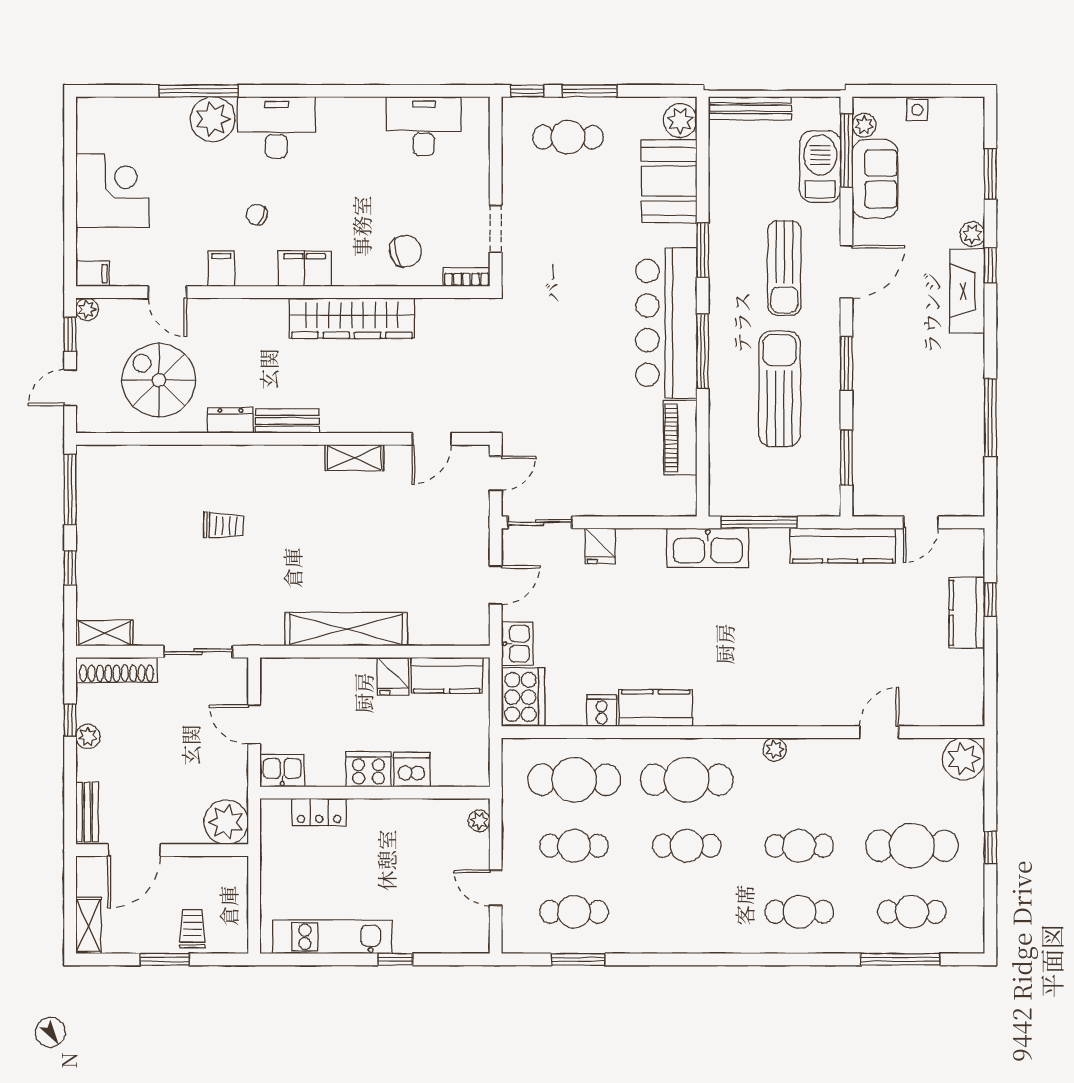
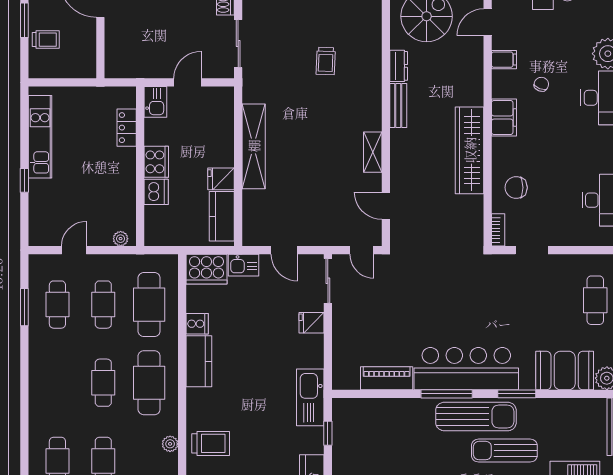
chair: (405, 251) -> (516, 188), turned 106
sun lounger: (780, 389) -> (476, 417), moved
window: (759, 522) -> (328, 433), width x0.46
trolley: (774, 691) -> (211, 443), added
plant: (226, 822) -> (120, 63), removed

